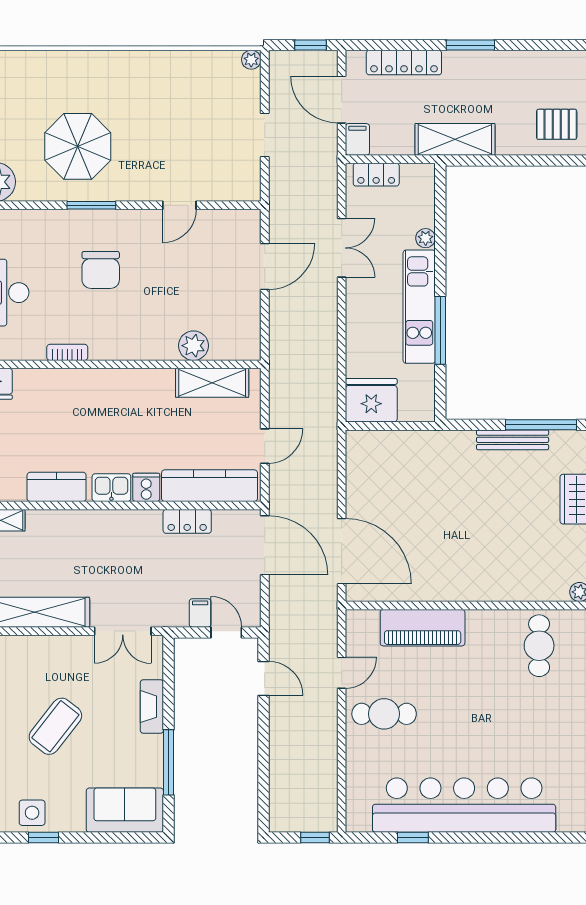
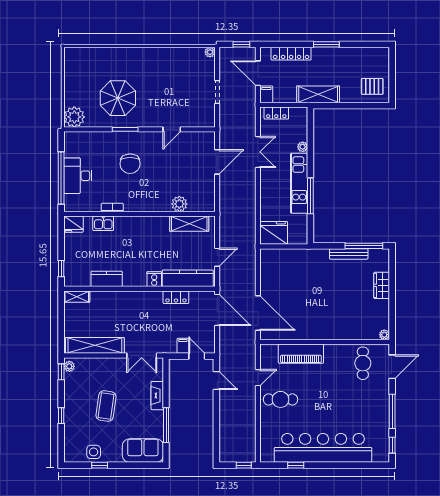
kitchen sink: (111, 488) -> (103, 223), moved, turned 180
coffee table: (55, 726) -> (106, 406), turned -30

